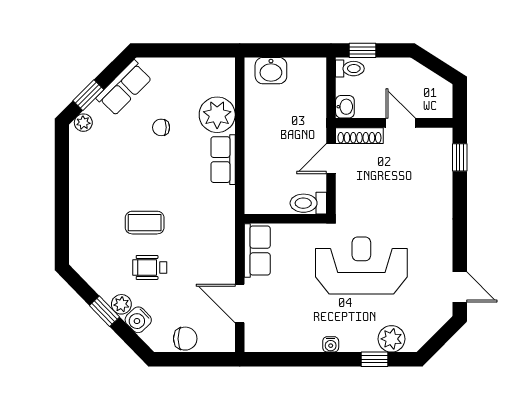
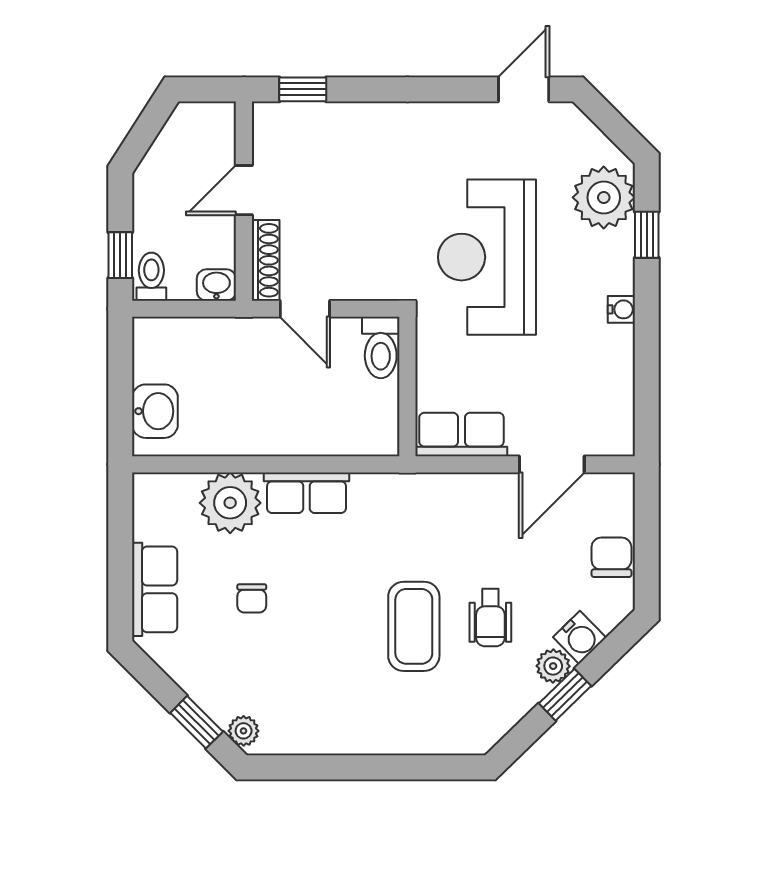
row of seats: (124, 88) -> (155, 589), moved, turned 45
coffee table: (145, 223) -> (414, 626), width x1.36, depth x1.30
plant: (391, 339) -> (604, 197), width x1.36, depth x1.36

